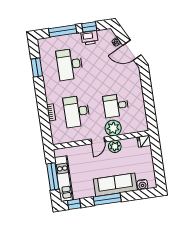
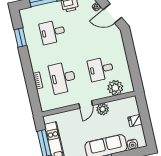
desk: (70, 64) -> (52, 32), width x0.73
plant: (113, 128) -> (115, 88), moved
fridge: (144, 141) -> (135, 121), moved

